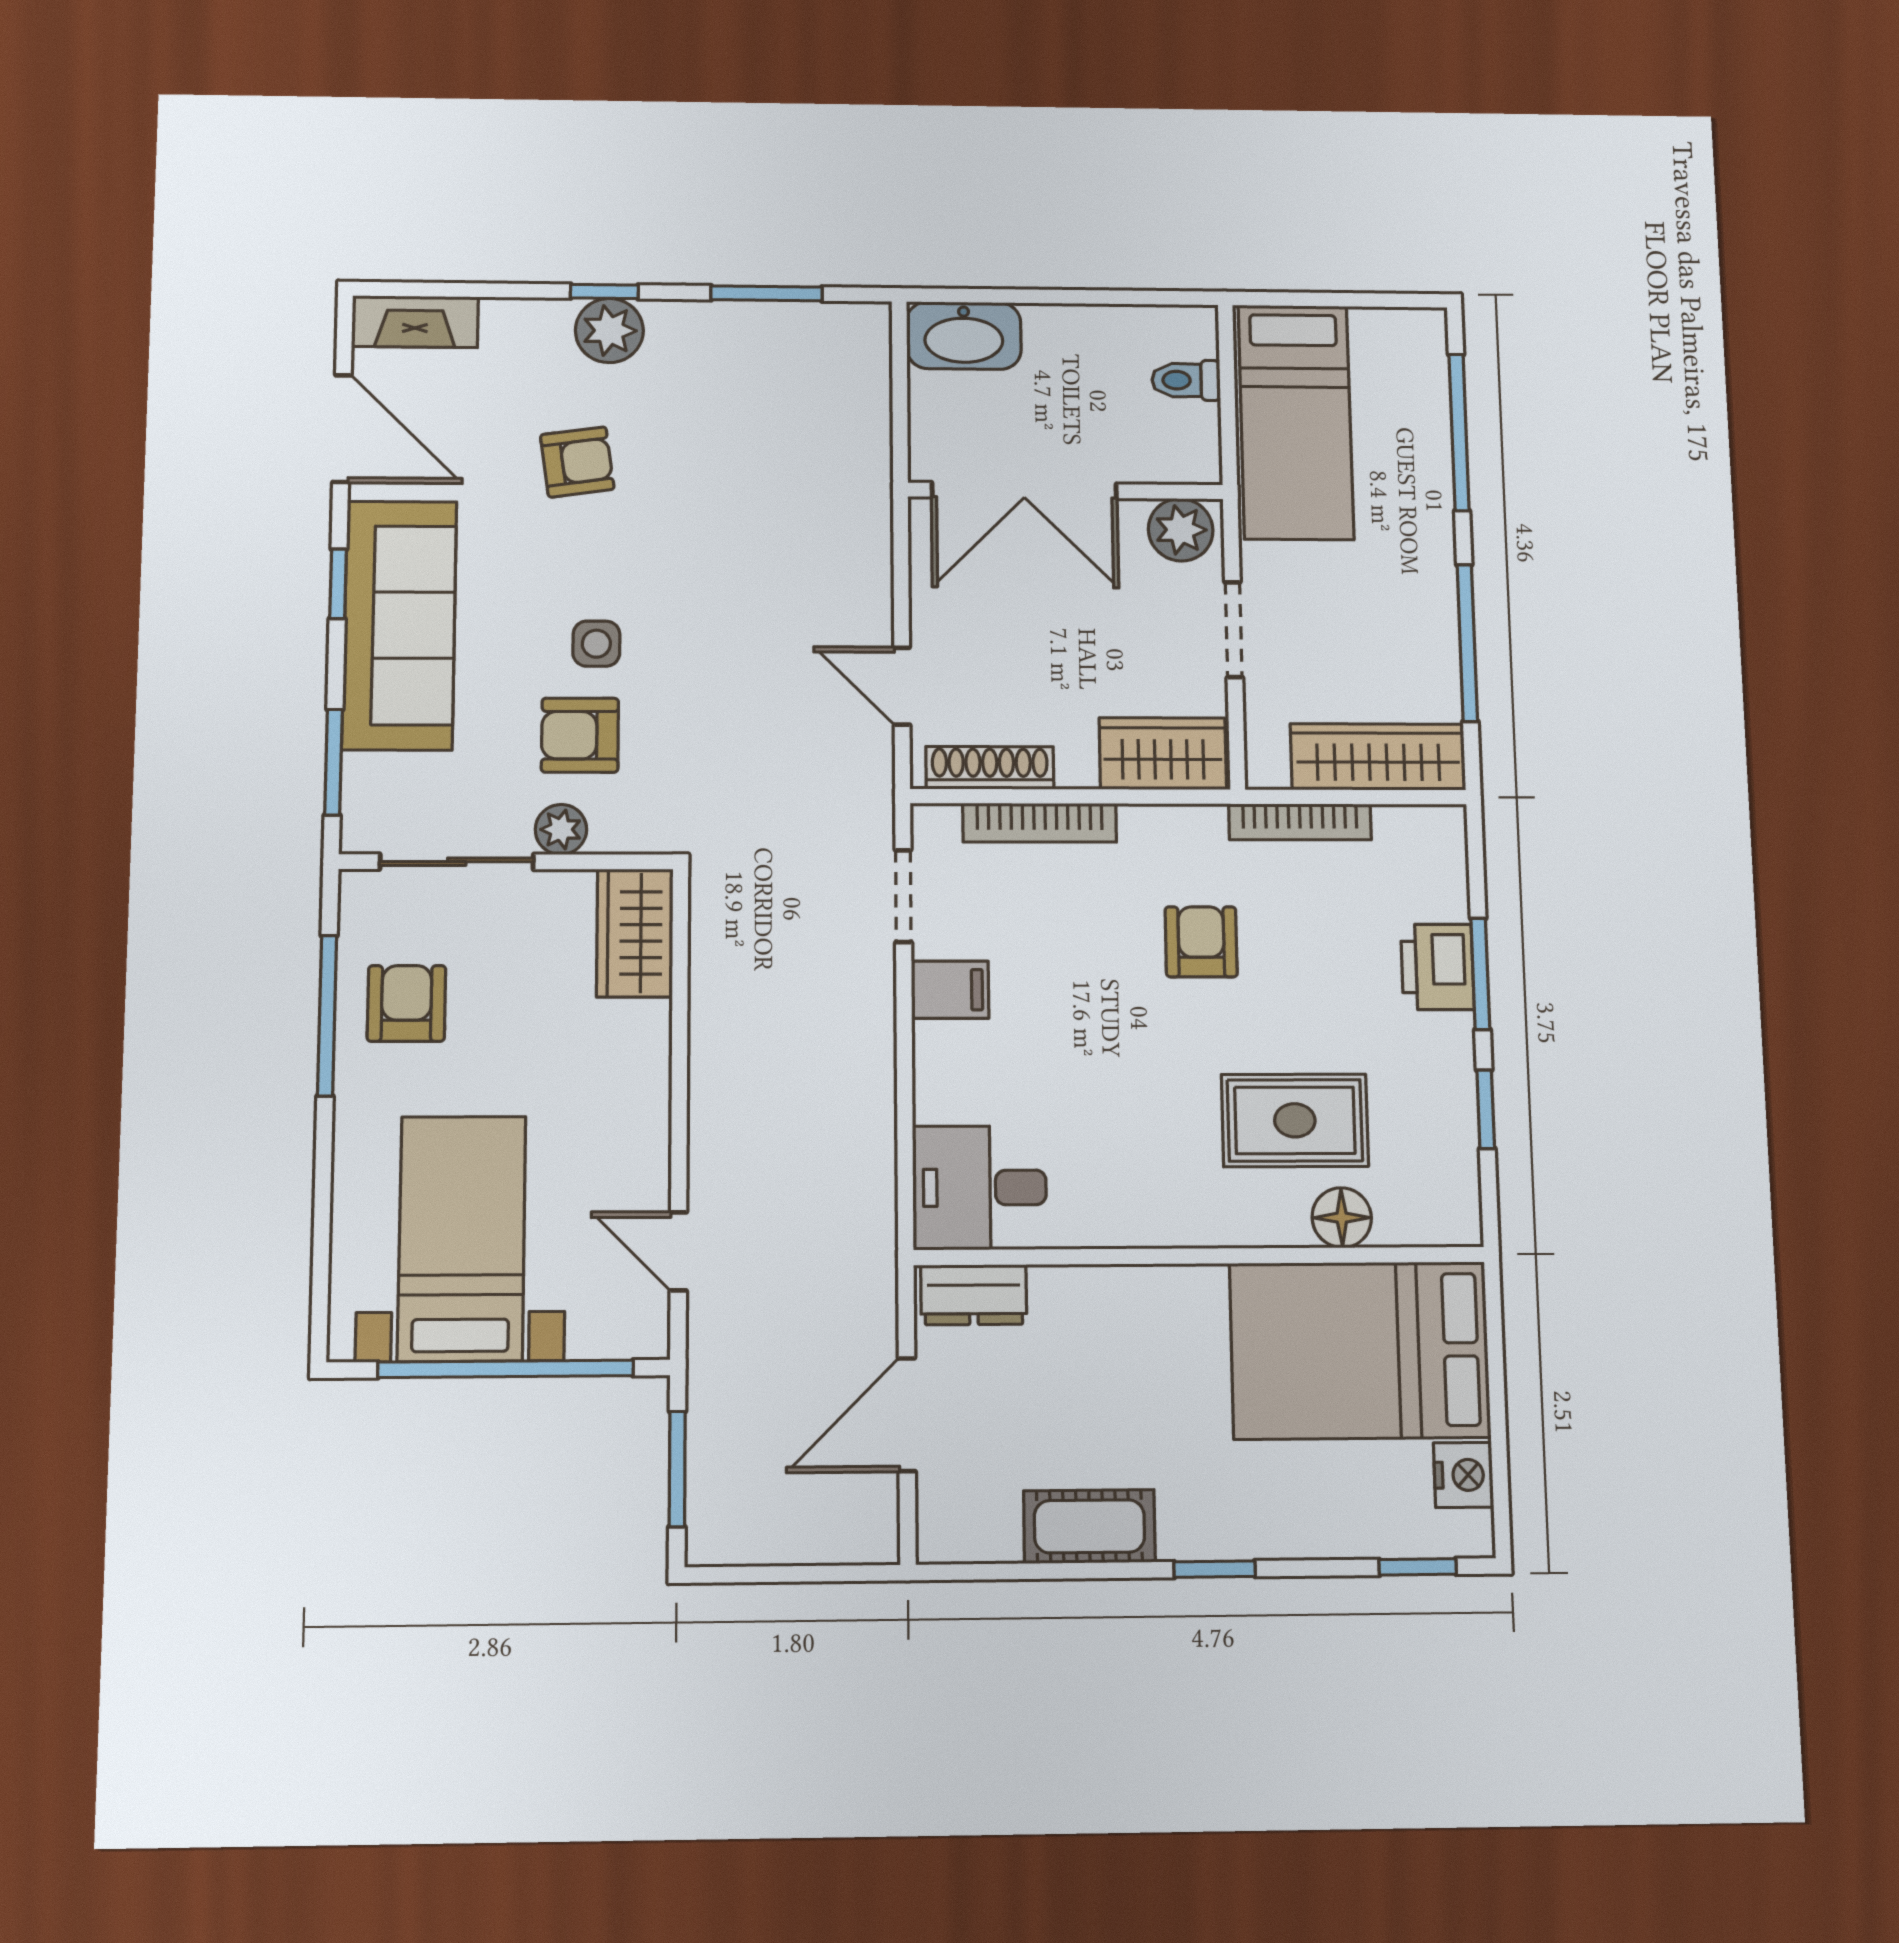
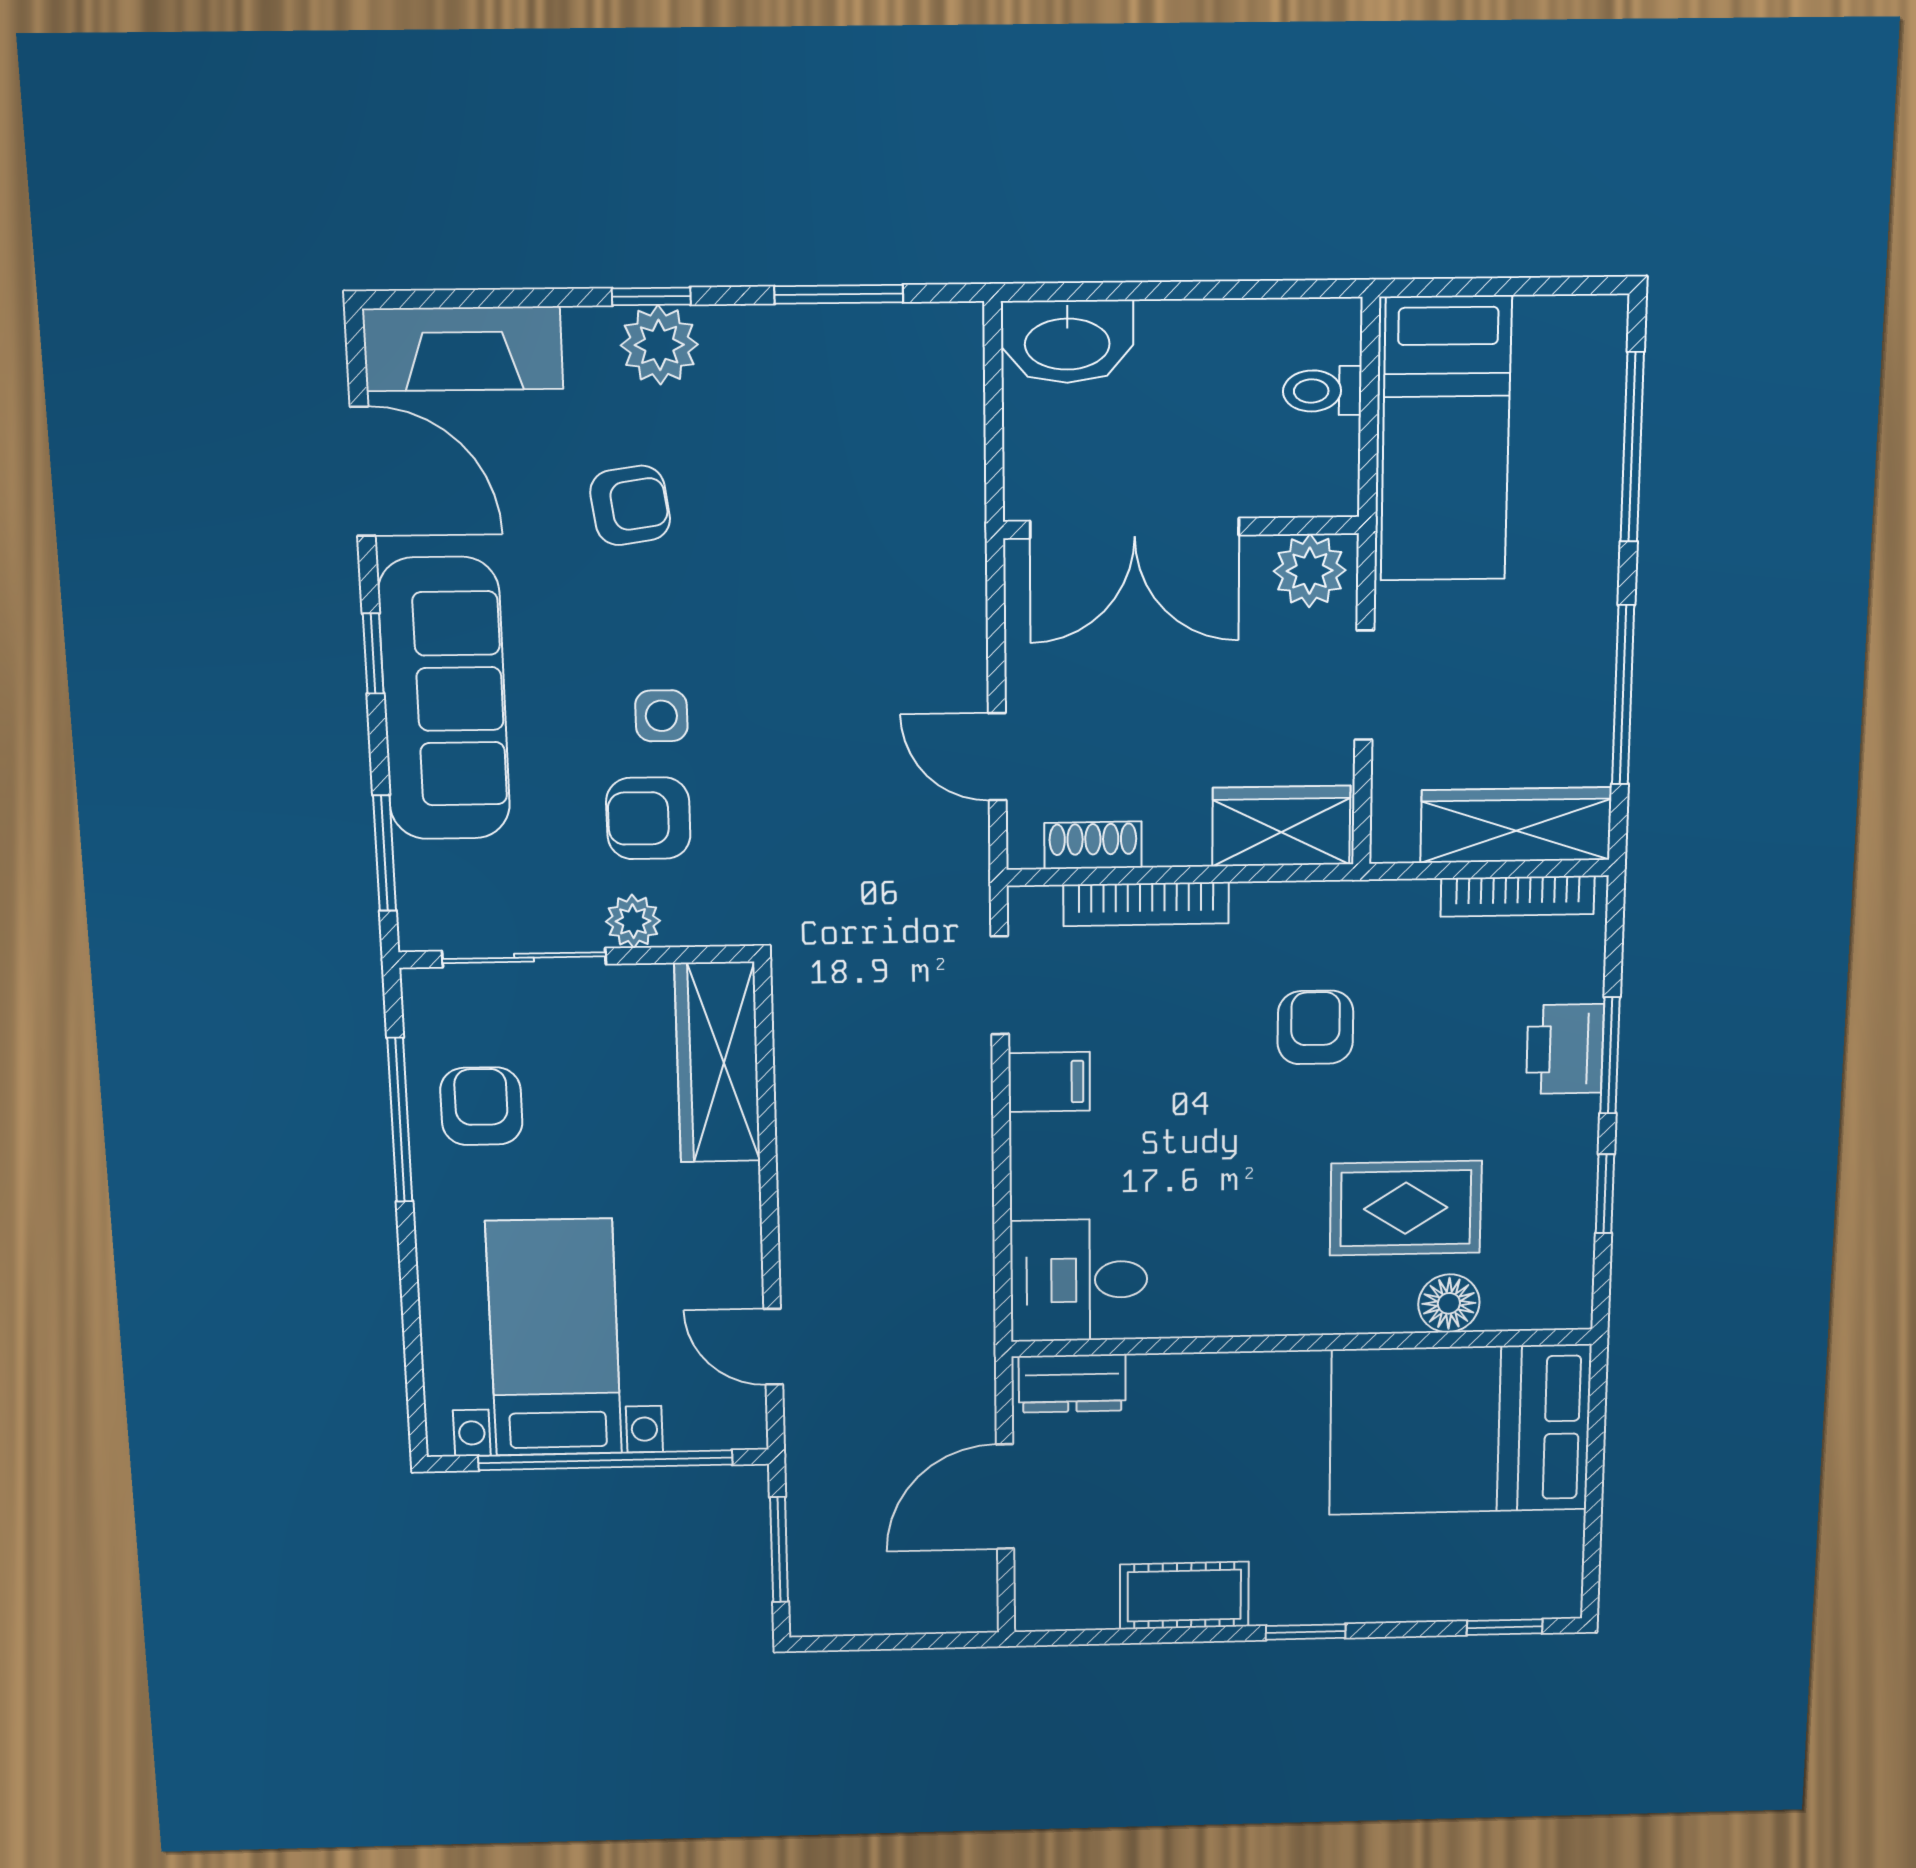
fireplace: (415, 322) -> (463, 349), width x1.37, depth x1.32
shoe rack: (990, 768) -> (1093, 845), width x0.70
bookcase: (1300, 822) -> (1518, 896), moved
wardrobe: (635, 933) -> (717, 1062), width x1.50
nightstand: (1464, 1475) -> (1556, 1544), removed

